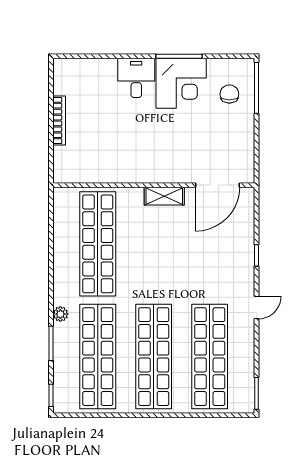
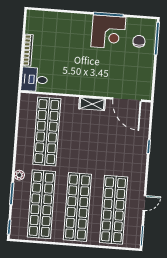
desk: (136, 78) -> (34, 79), moved, turned -90
door: (218, 185) -> (127, 100), hinge flipped
door: (257, 307) -> (144, 203), moved

